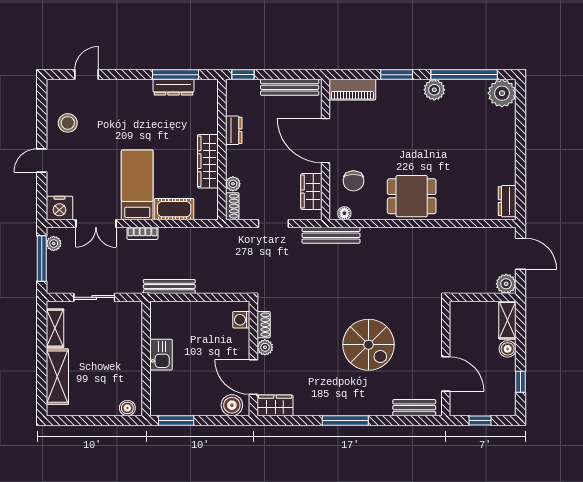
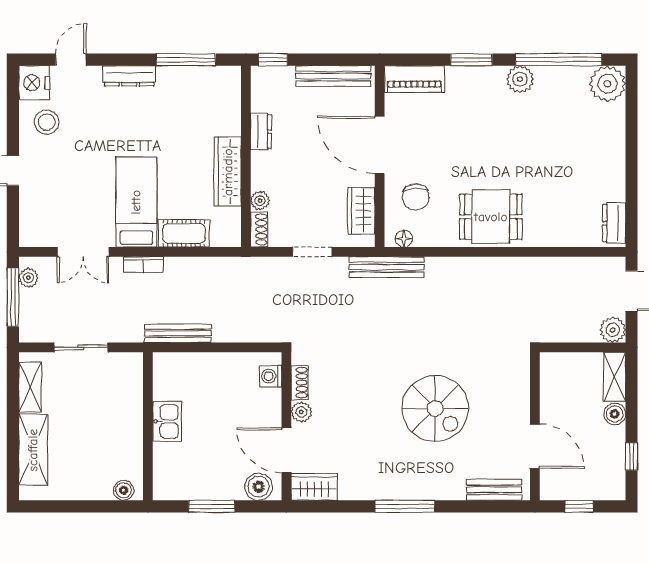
dresser: (174, 87) -> (129, 76), moved
nightstand: (59, 208) -> (34, 83), moved, turned 90
window: (176, 420) -> (212, 506), moved

